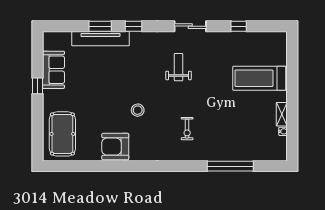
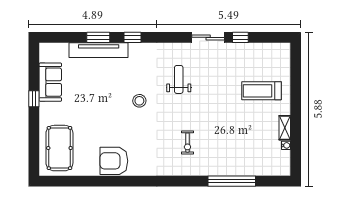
sliding door: (190, 26) -> (208, 37), moved
treadmill: (259, 78) -> (262, 91), width x0.73, depth x0.73
stool: (138, 110) -> (139, 101), moved

